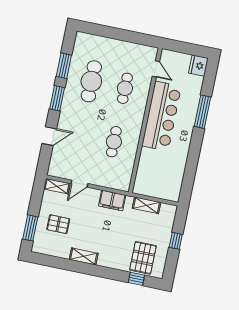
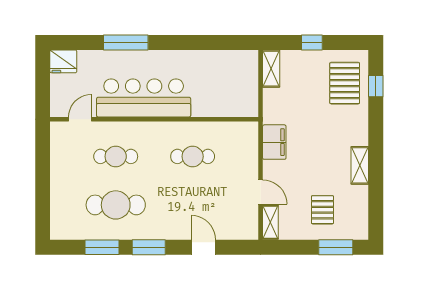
shelving: (146, 205) -> (271, 69), moved
pallet: (143, 258) -> (345, 83), turned 90

